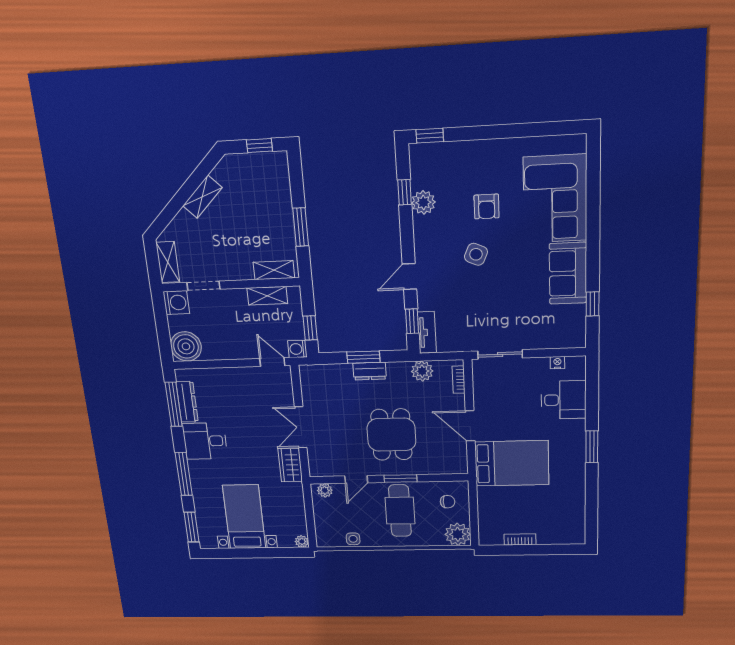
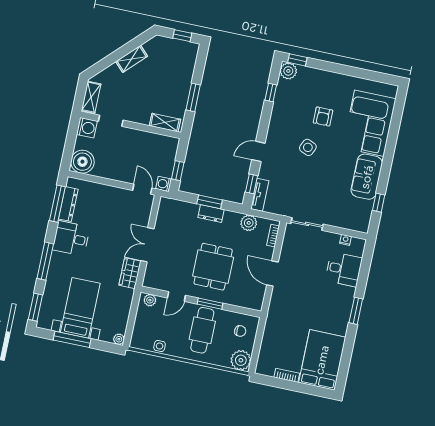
plant: (423, 202) -> (288, 71), moved
shelving: (267, 296) -> (154, 139), removed
bed: (512, 463) -> (322, 360), moved, turned -90
window: (247, 553) -> (72, 339), added

